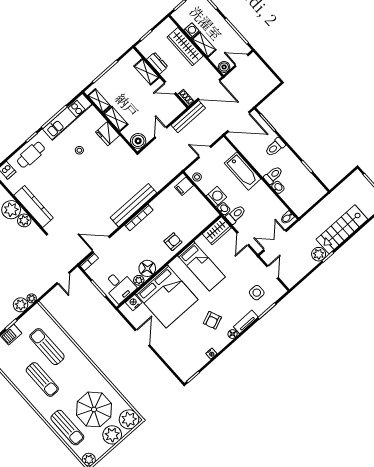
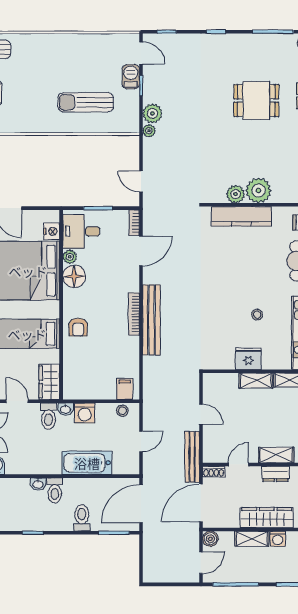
boiler: (138, 141) -> (213, 383), removed
sun lounger: (47, 347) -> (86, 102), turned 180
sun lounger: (42, 380) -> (56, 67), removed

